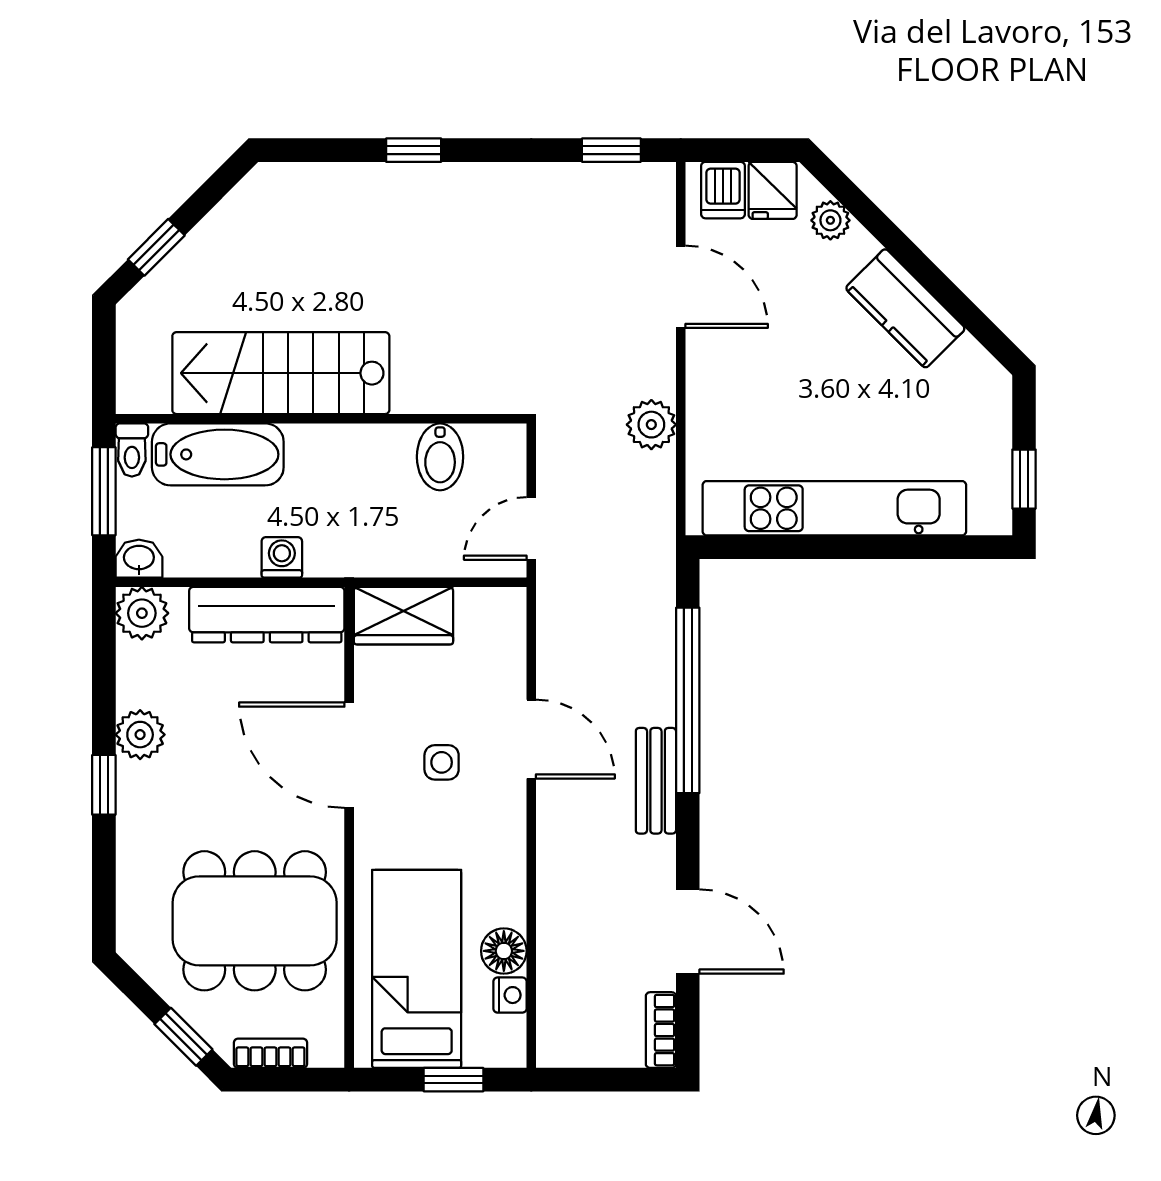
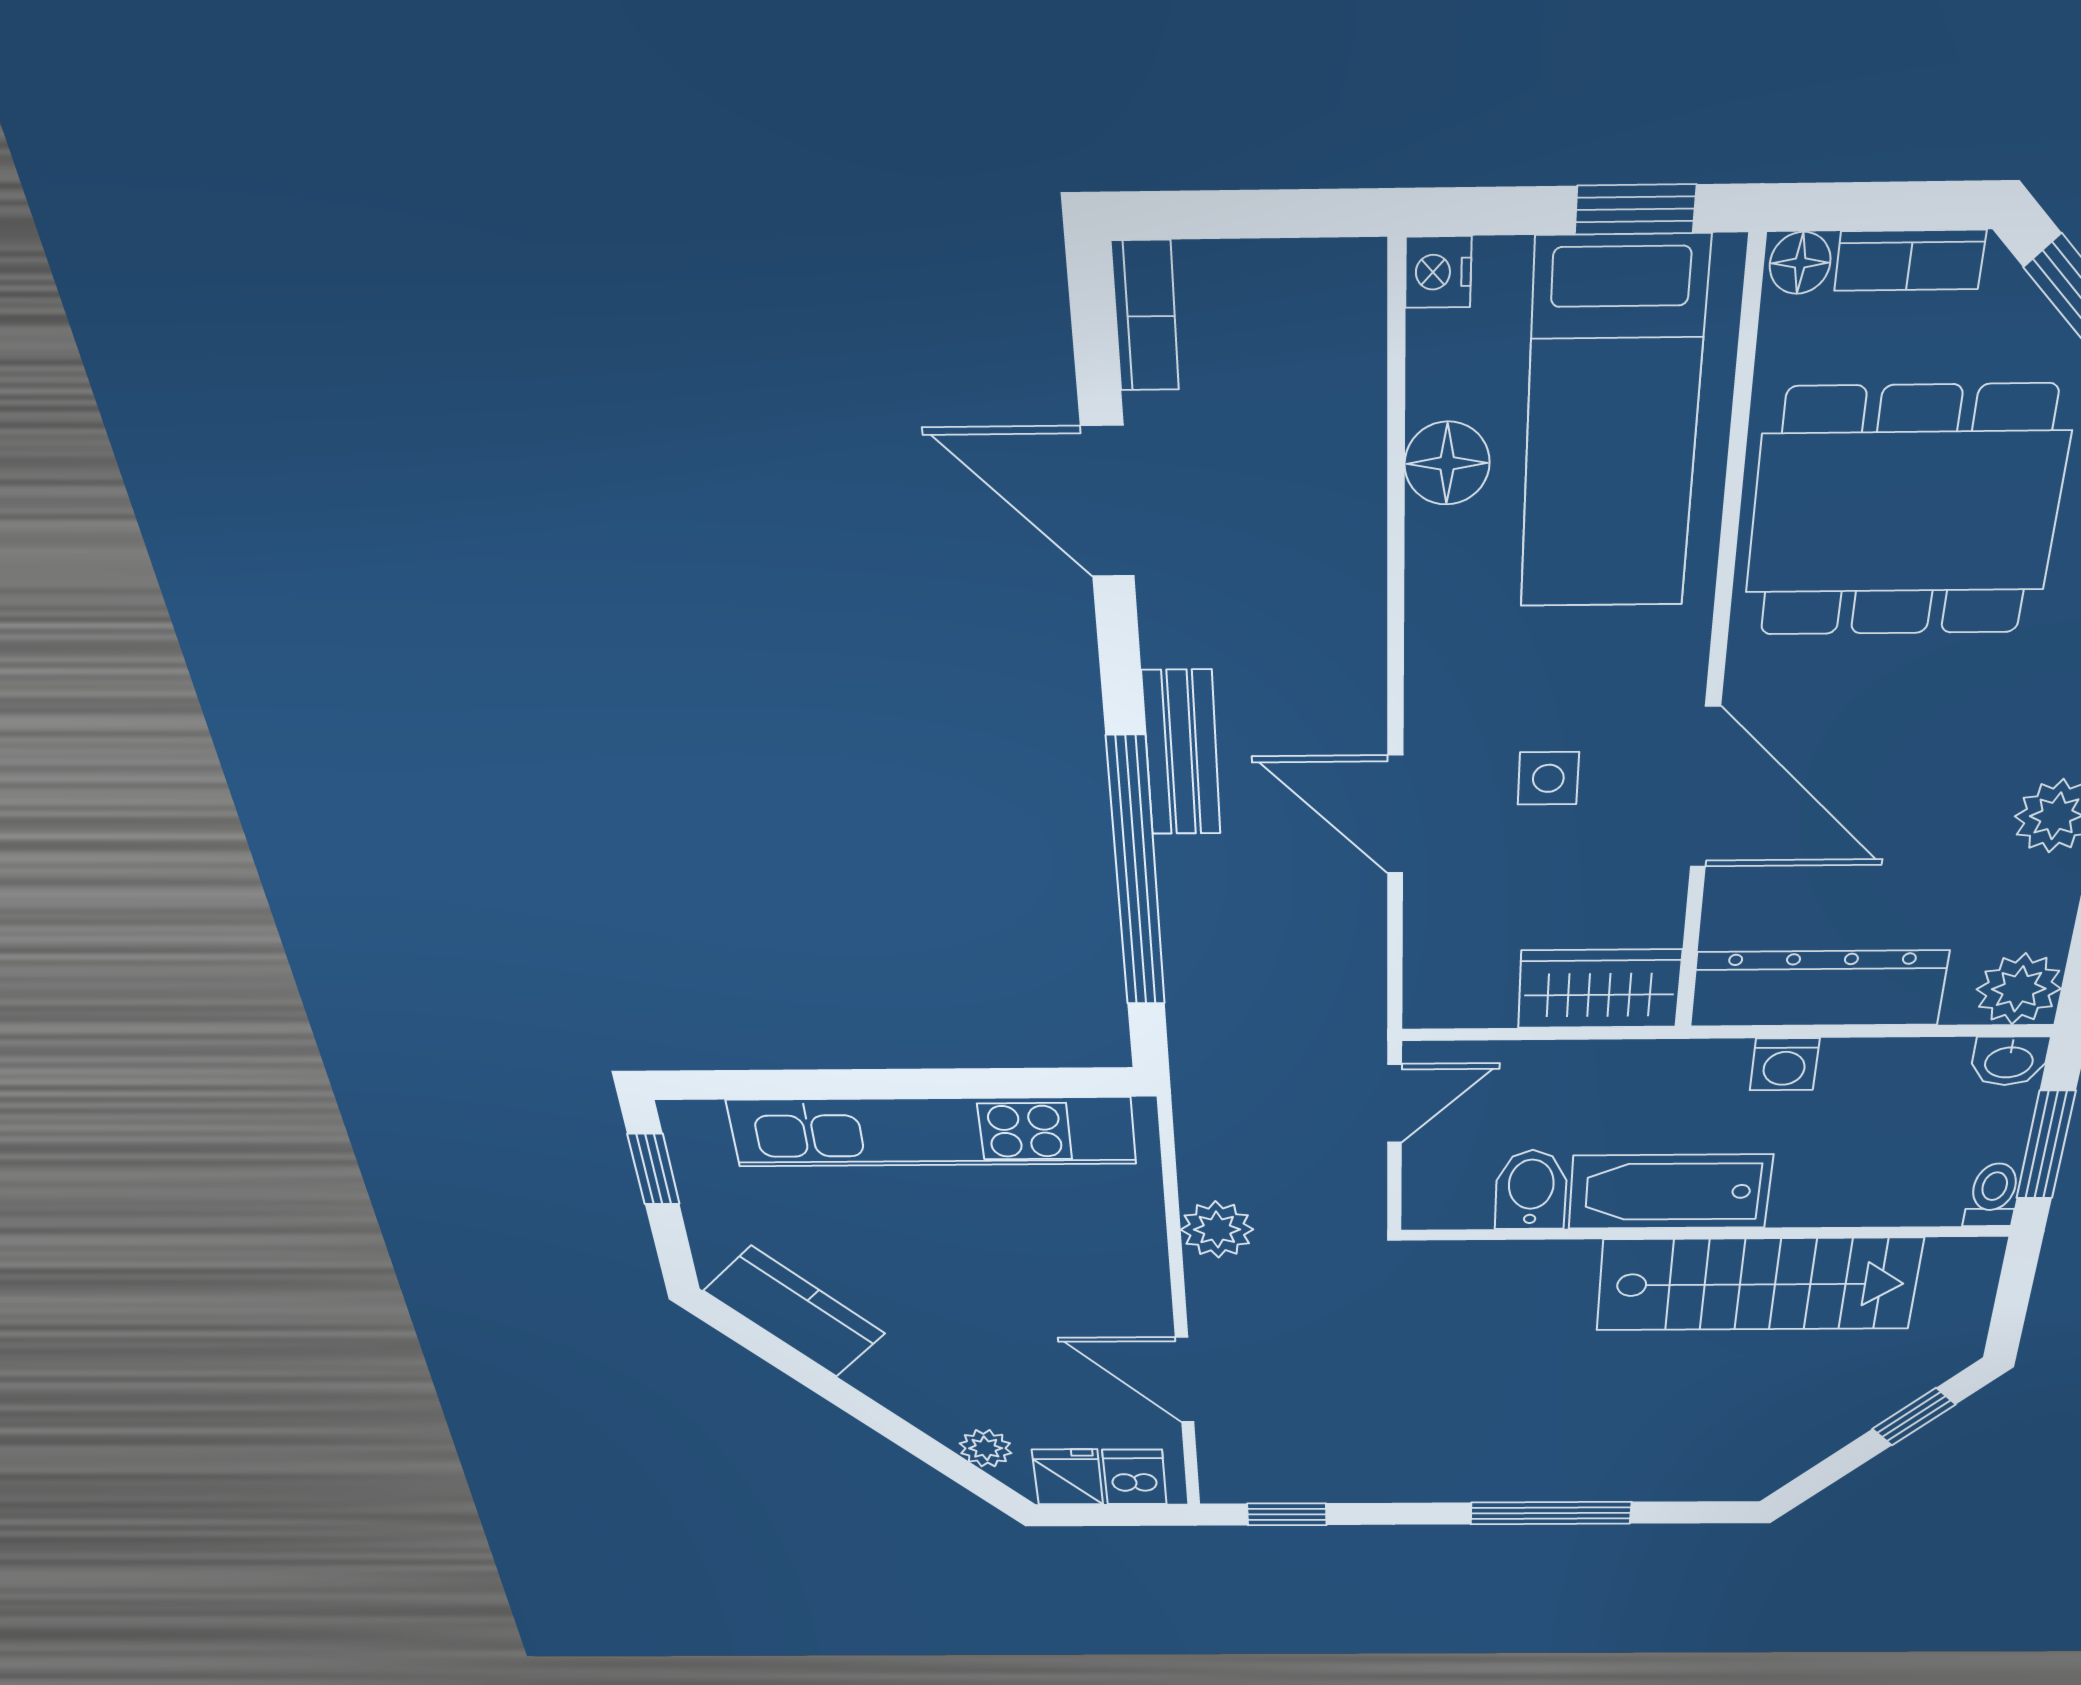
window: (414, 150) -> (1551, 1513), width x2.17
kitchen counter: (905, 308) -> (795, 1312), moved
bathtub: (218, 454) -> (1670, 1192), moved
nightstand: (510, 995) -> (1438, 272), moved
floor lamp: (326, 1053) -> (1800, 263), added
window: (453, 1080) -> (1635, 209), moved

